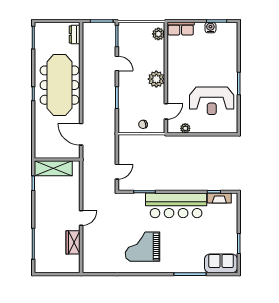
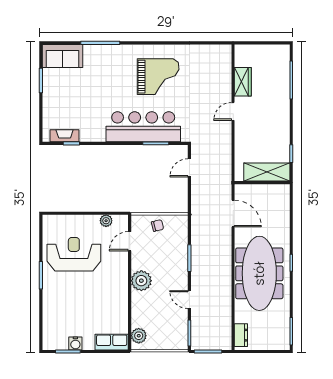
bar counter: (176, 205) -> (143, 127), moved

